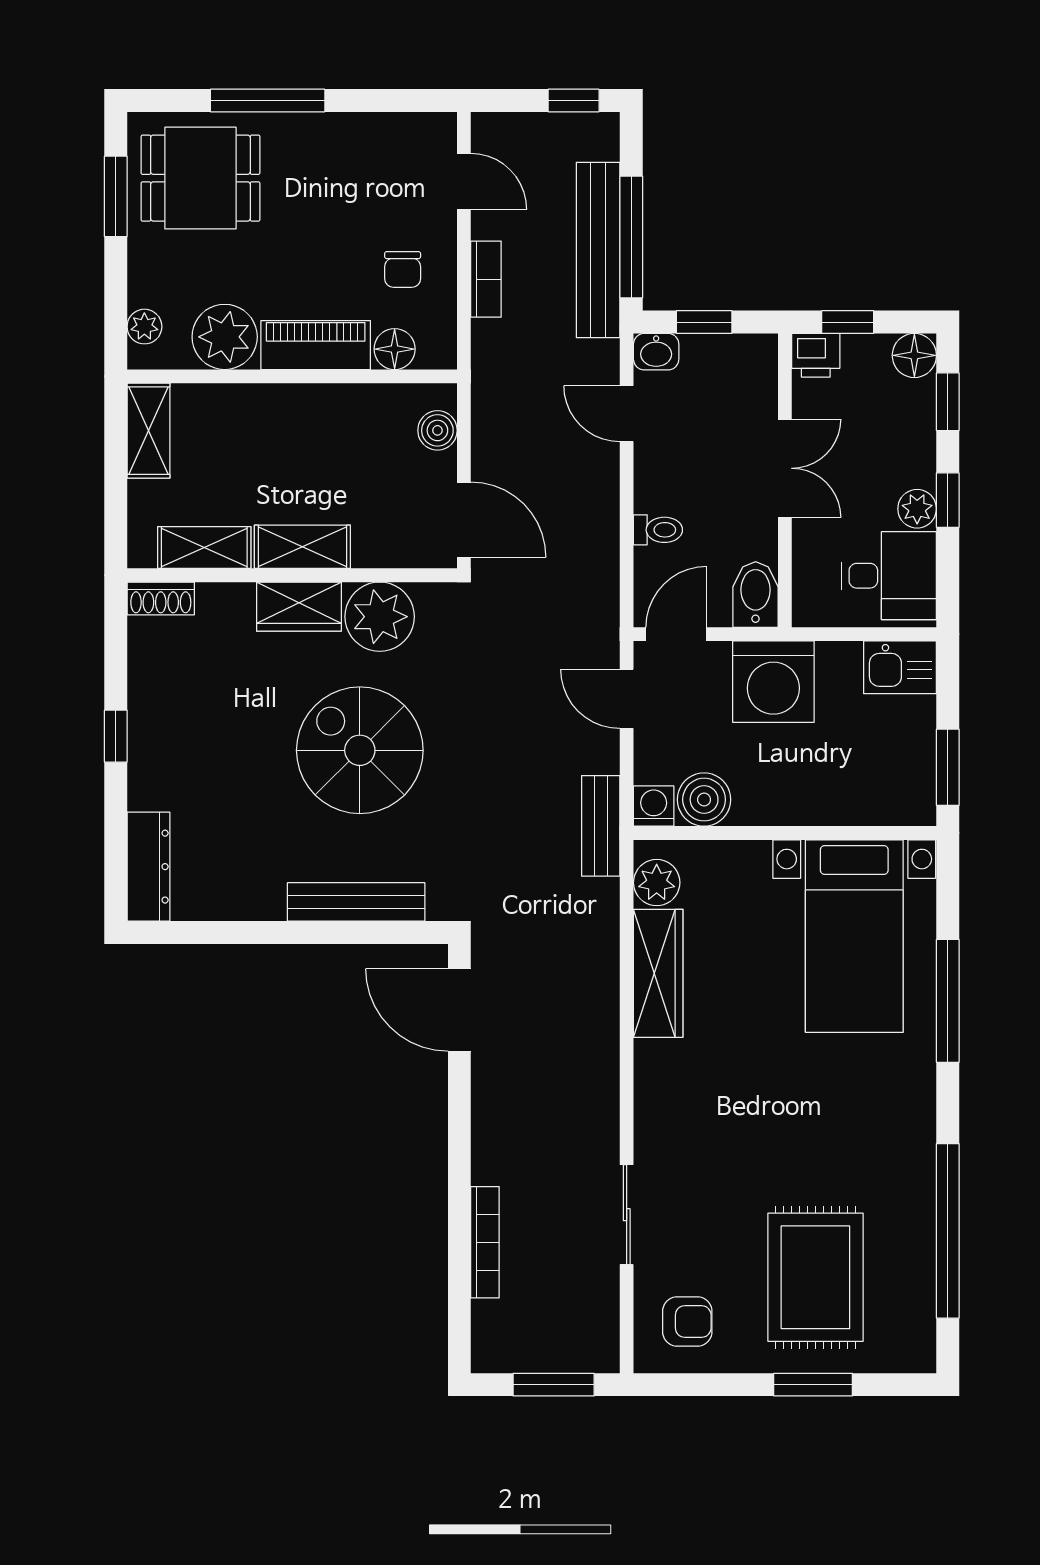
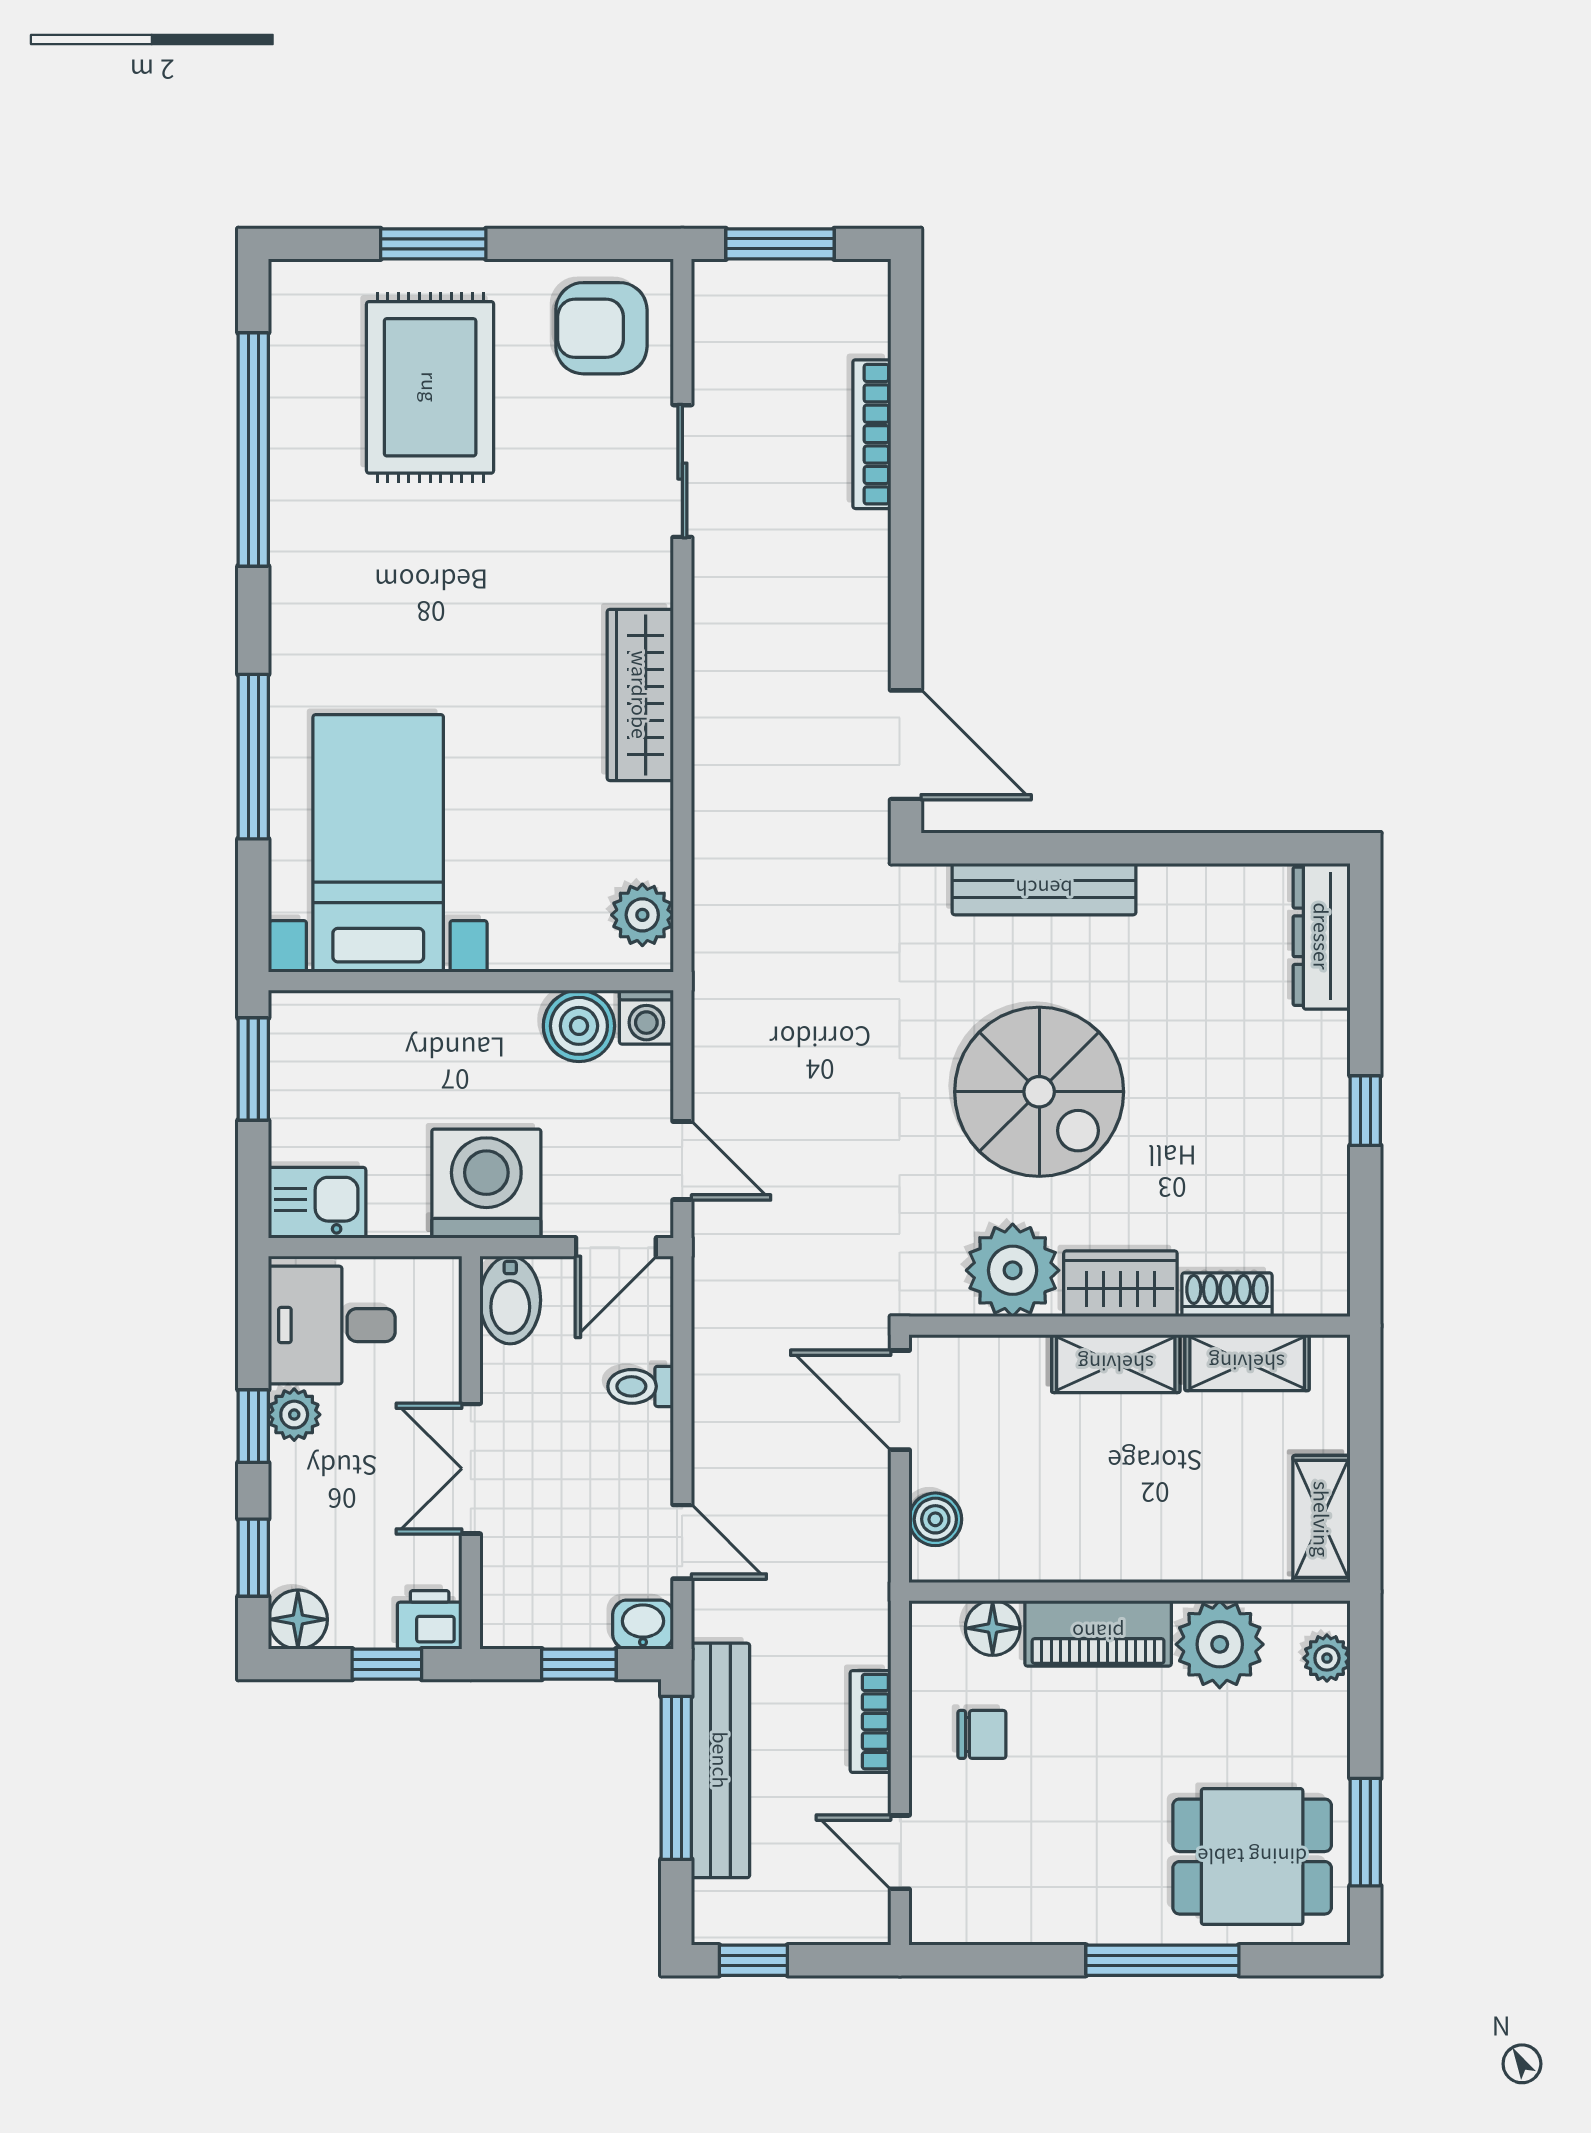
chair: (403, 269) -> (982, 1734), turned 90
shoe rack: (161, 598) -> (1227, 1295), moved
bench: (601, 826) -> (717, 991), removed
wardrobe: (658, 973) -> (640, 695), moved
armchair: (687, 1322) -> (601, 328), width x1.38, depth x1.38

